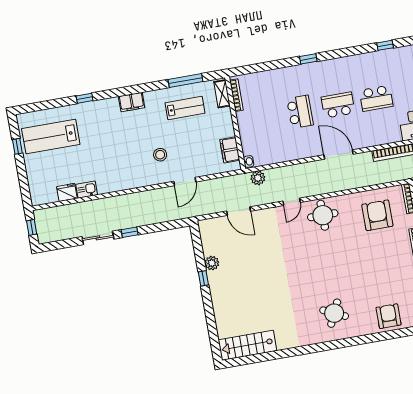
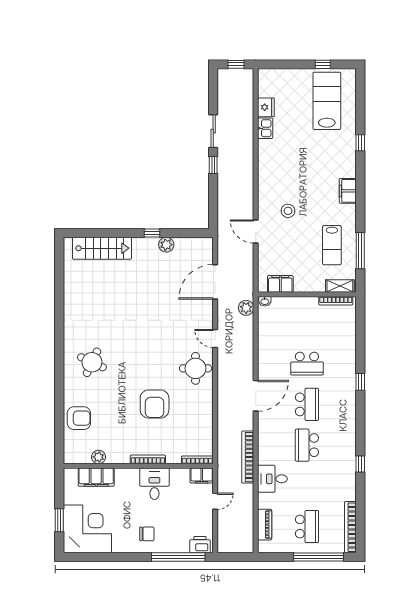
door: (239, 211) -> (215, 282), width x1.36
armchair: (377, 215) -> (155, 404), moved, turned 90
stairs: (247, 345) -> (102, 248), moved, turned 90

